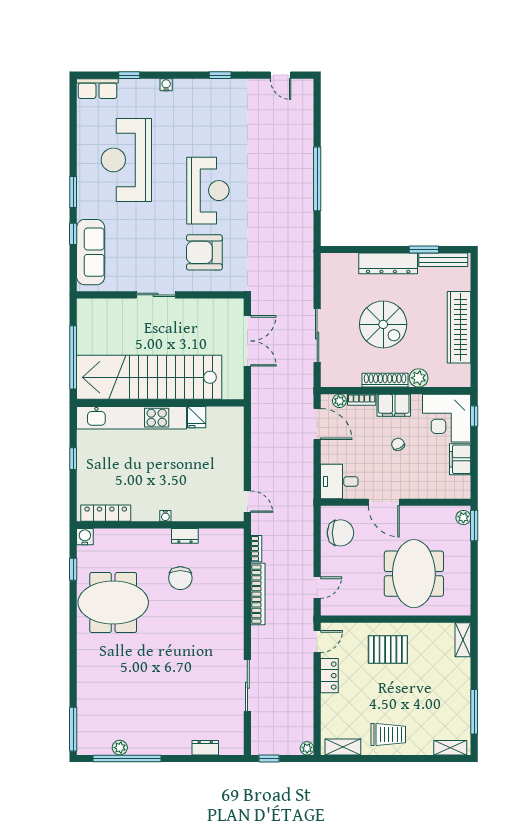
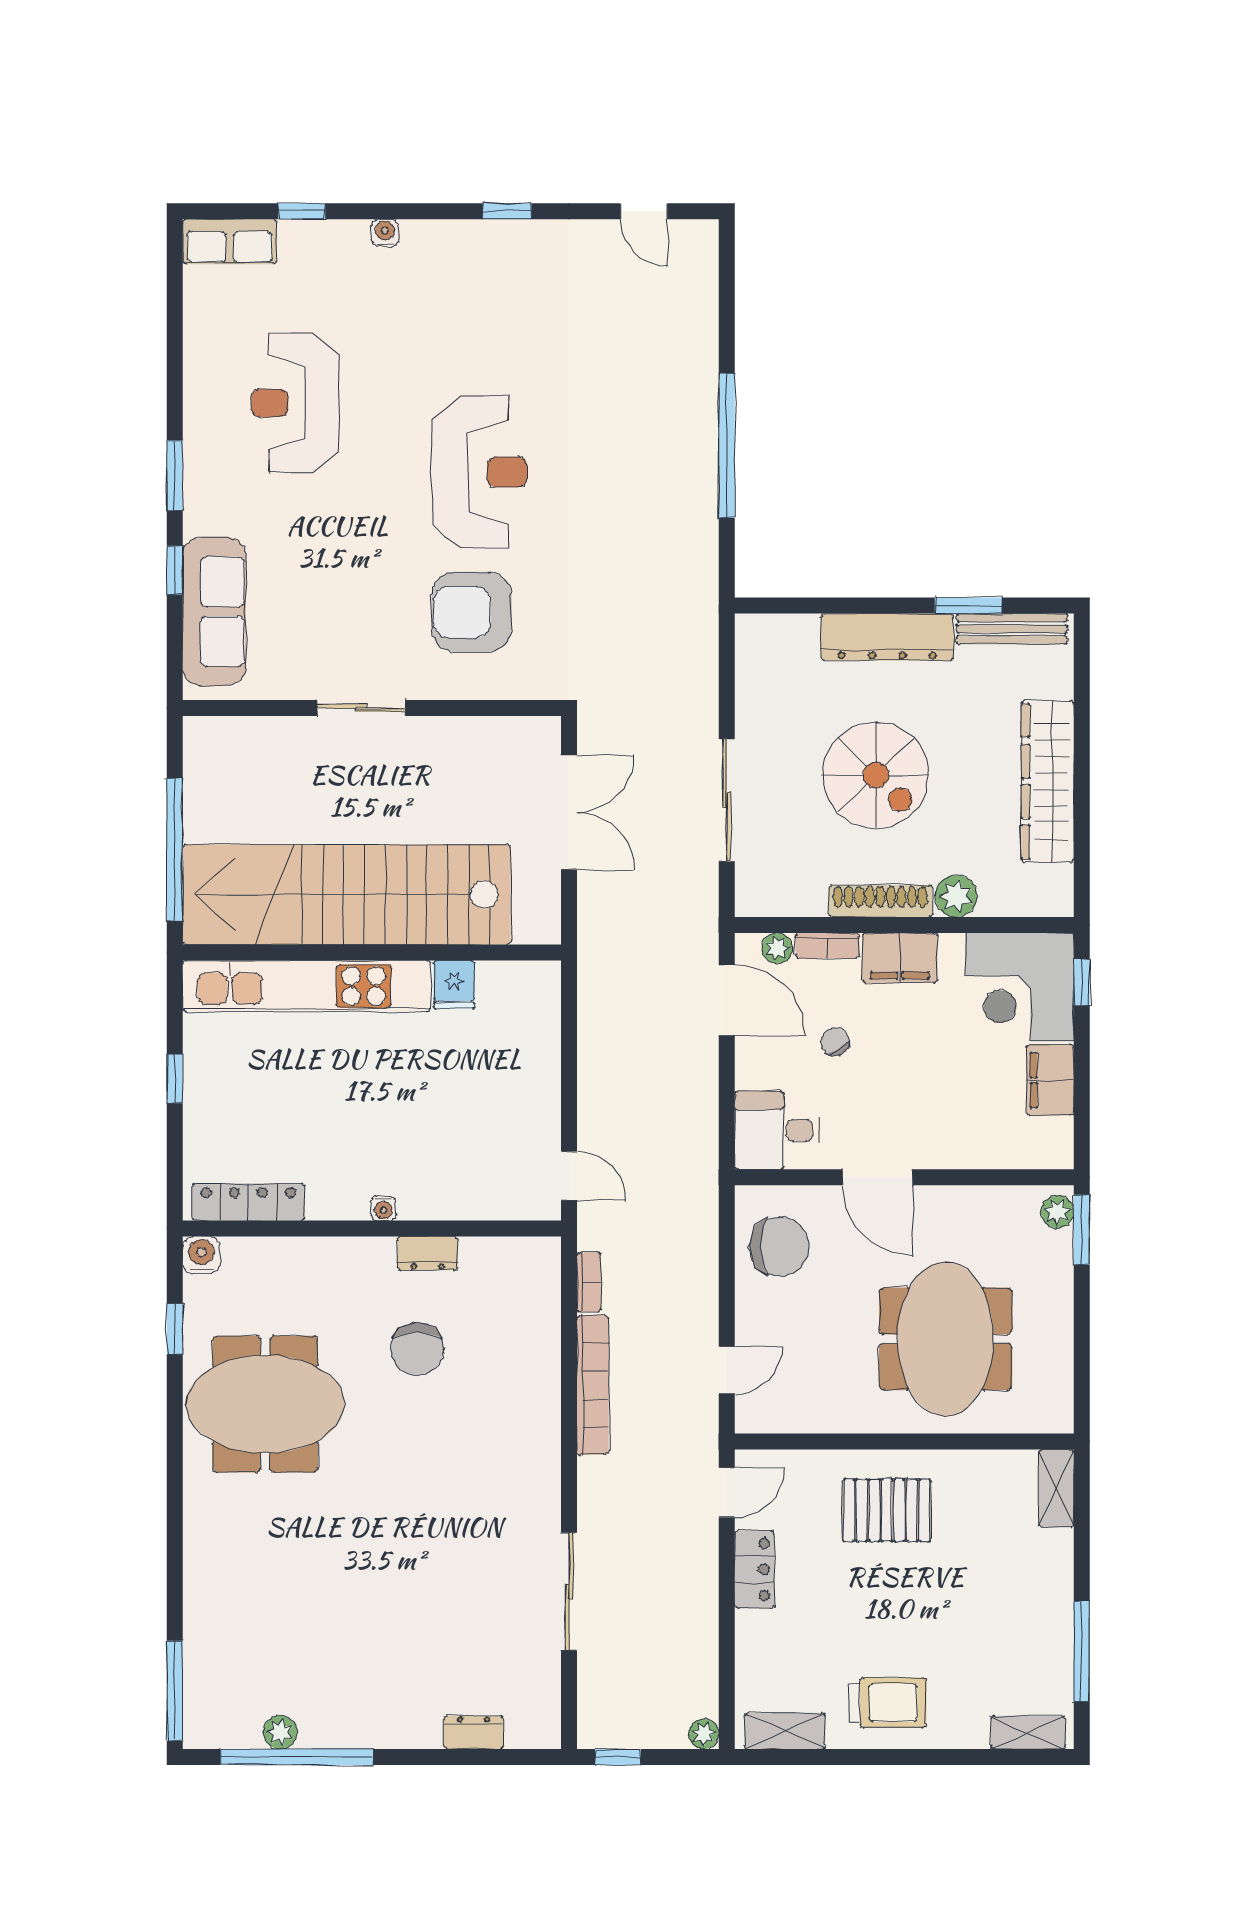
reception desk: (126, 160) -> (295, 403), width x0.74, depth x0.77
chair: (398, 444) -> (835, 1042), moved

